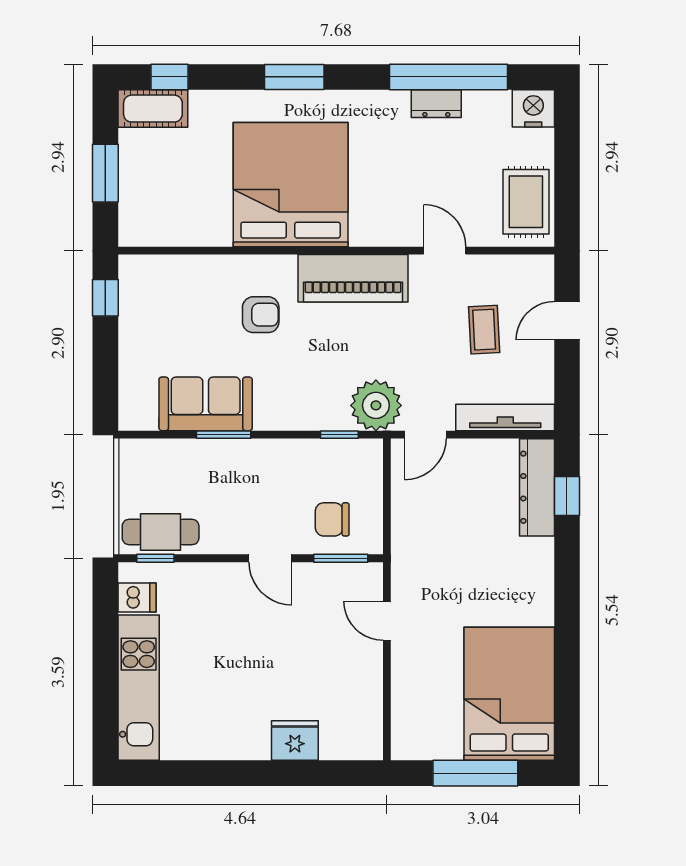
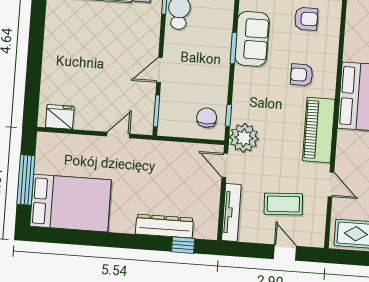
door: (445, 251) -> (331, 184), hinge flipped
armchair: (164, 314) -> (306, 19), added
armchair: (261, 315) -> (302, 75), turned 90
coffee table: (484, 330) -> (283, 204), width x1.36, depth x1.30
dresser: (537, 487) -> (164, 226), moved
chair: (332, 519) -> (207, 118), moved
fridge: (295, 740) -> (60, 117), moved, turned -90

